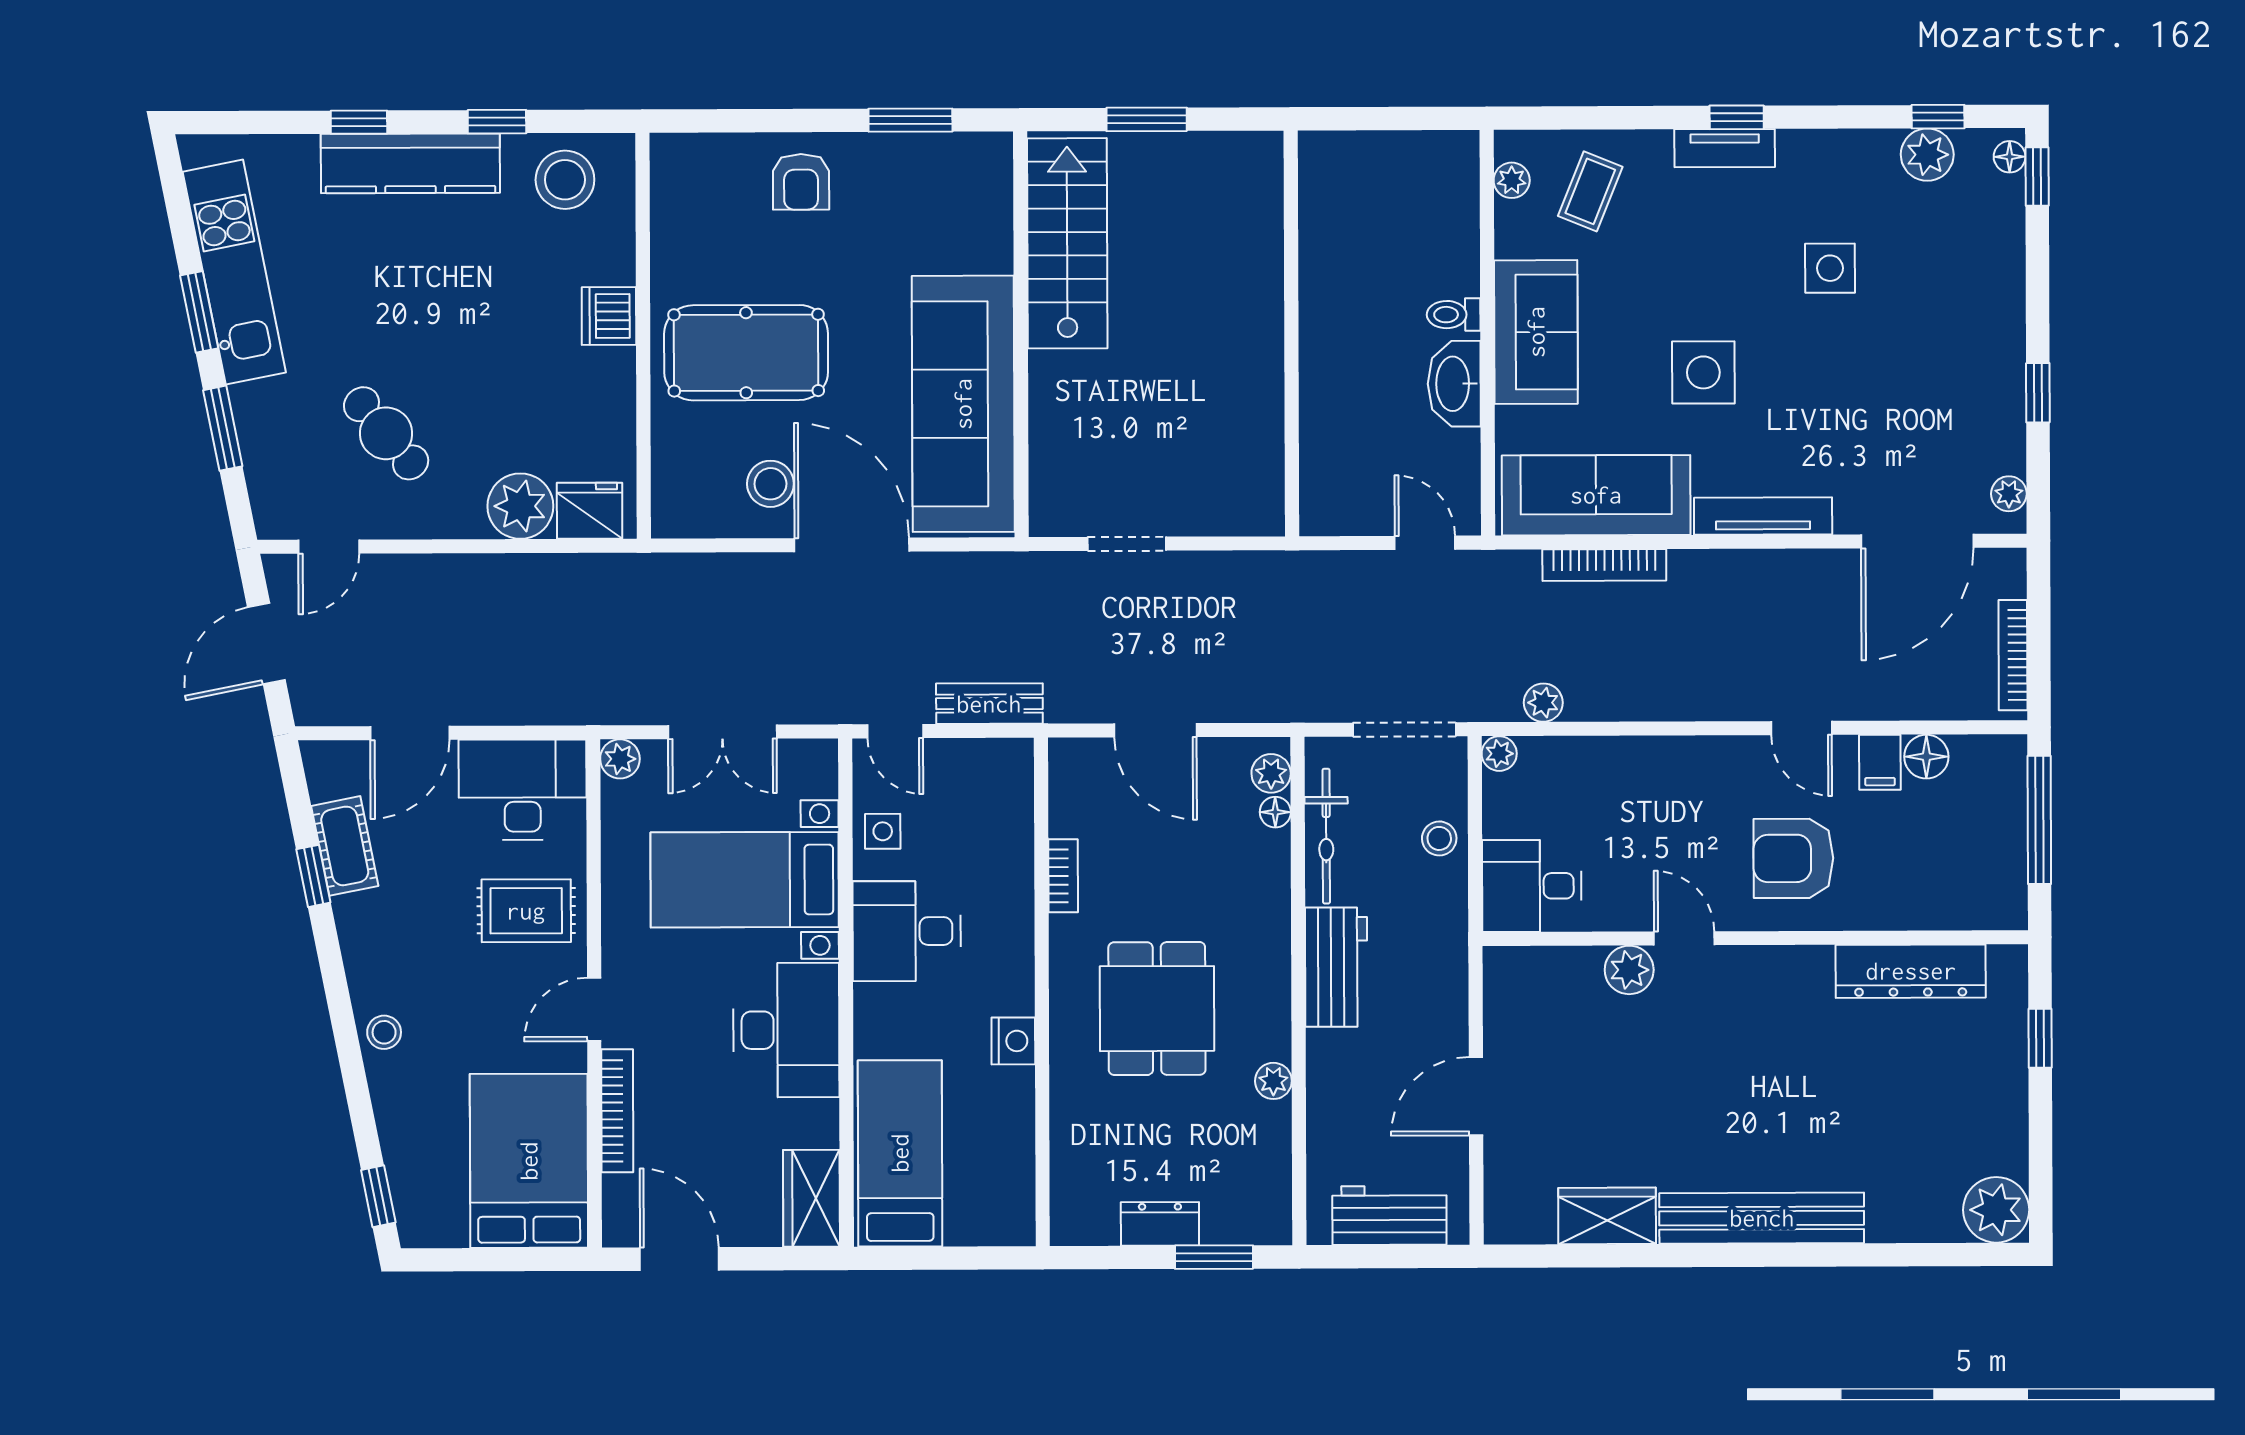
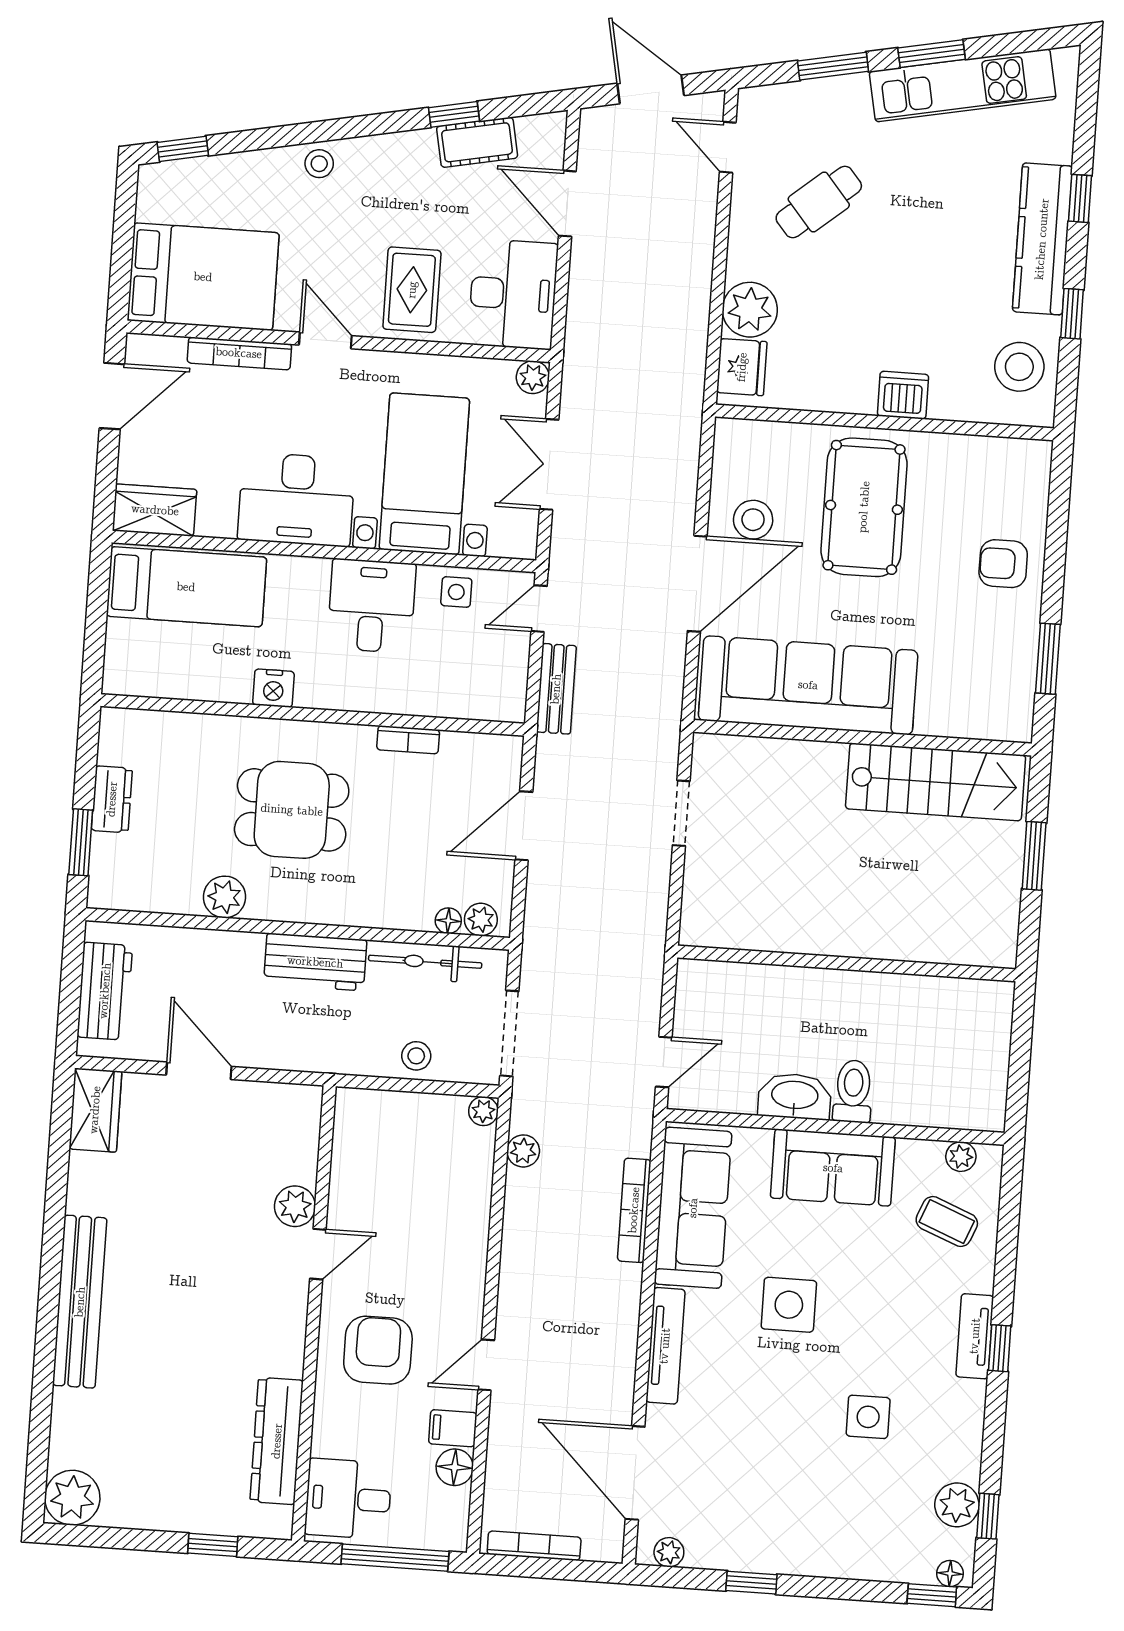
toilet: (1454, 315) -> (853, 1091), width x1.37, depth x1.39
desk: (1532, 886) -> (348, 1499), moved, turned -90
plant: (1273, 1081) -> (224, 897), width x1.38, depth x1.38
wardrobe: (1607, 1216) -> (95, 1110), moved

